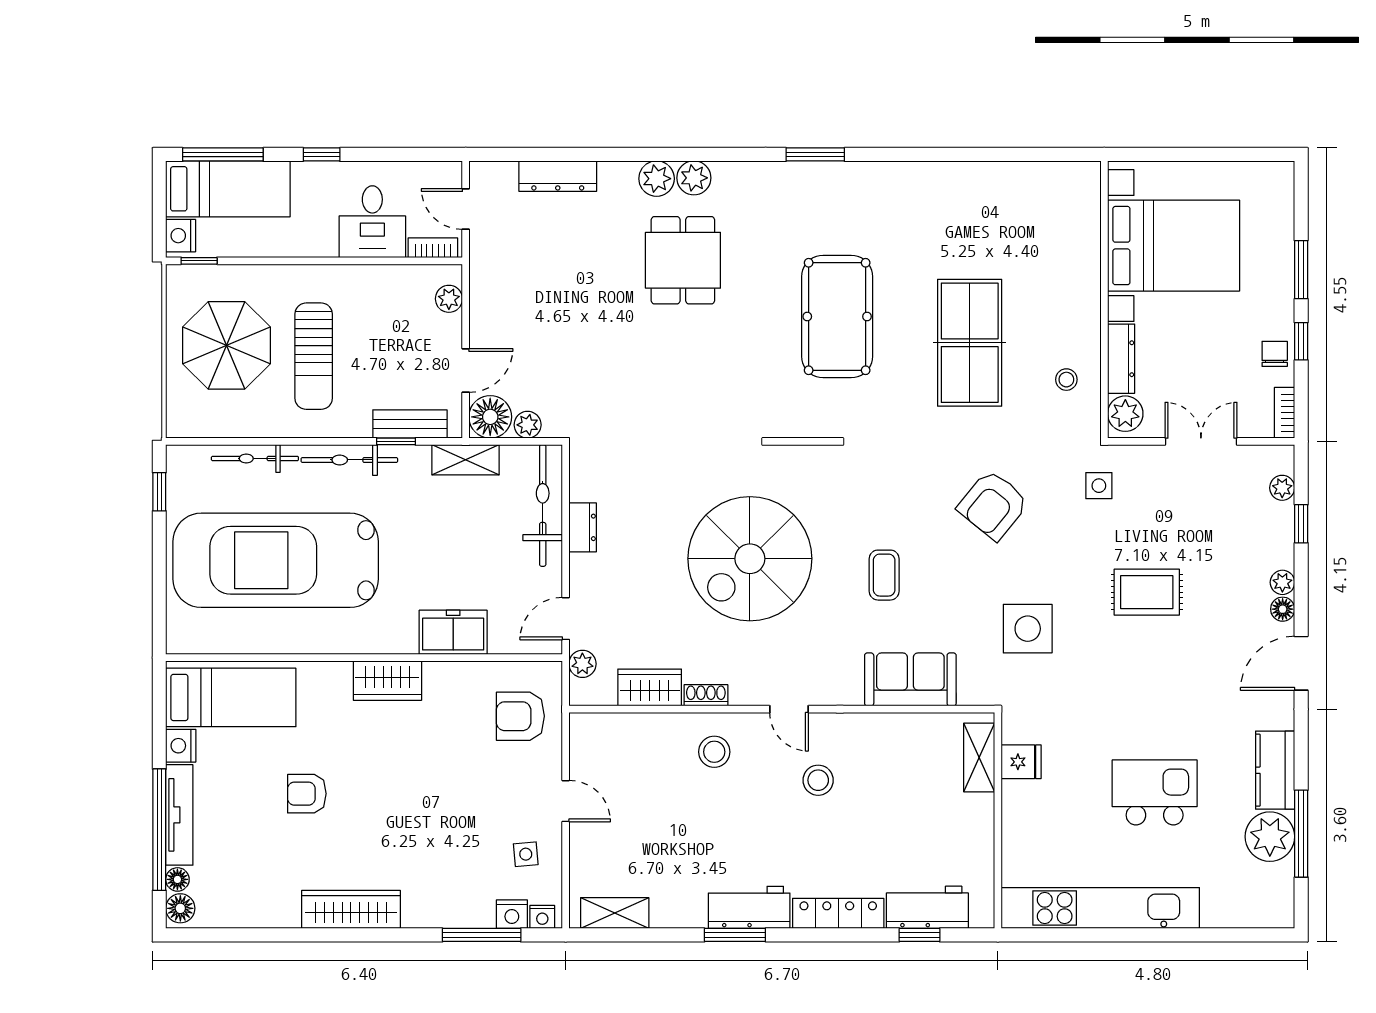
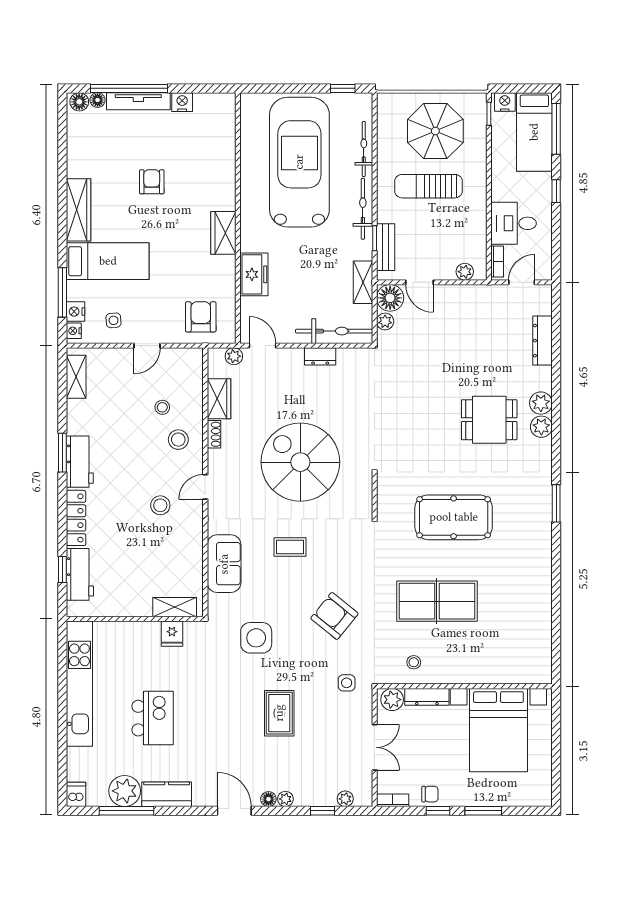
bed: (231, 697) -> (108, 261), moved, turned -90
stool: (663, 777) -> (162, 407), added
dishwasher: (1275, 913) -> (76, 794), added

